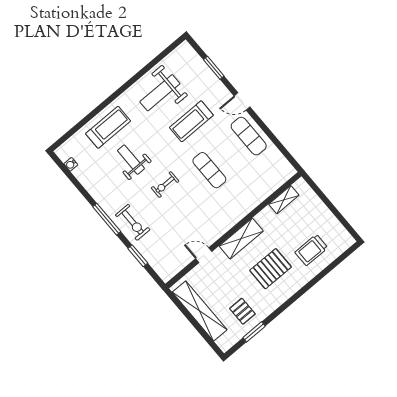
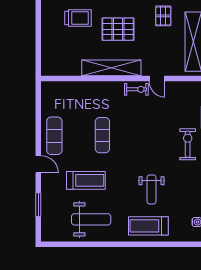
exercise bike: (165, 185) -> (136, 89), moved
shelving: (284, 200) -> (67, 70), removed
shelving: (241, 239) -> (111, 68), width x1.47

